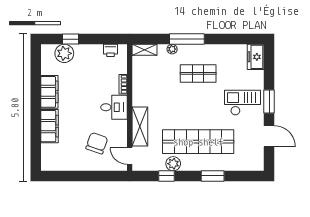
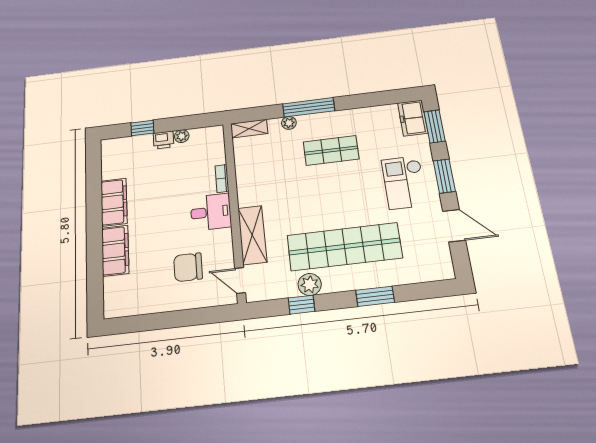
printer: (110, 50) -> (163, 140), moved
plant: (64, 53) -> (182, 136), moved, width x0.53, depth x0.53
window: (269, 65) -> (435, 126), added
checkout: (243, 103) -> (404, 182), turned -90
chair: (97, 143) -> (188, 267), turned -109

